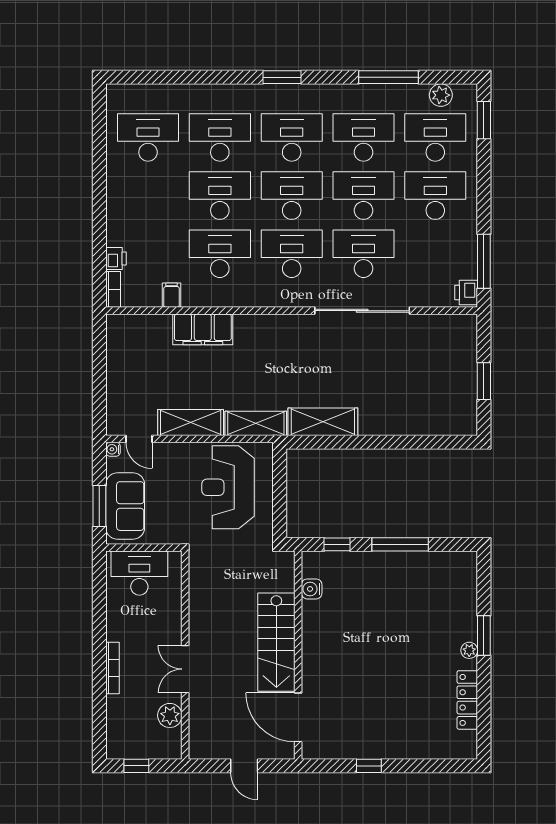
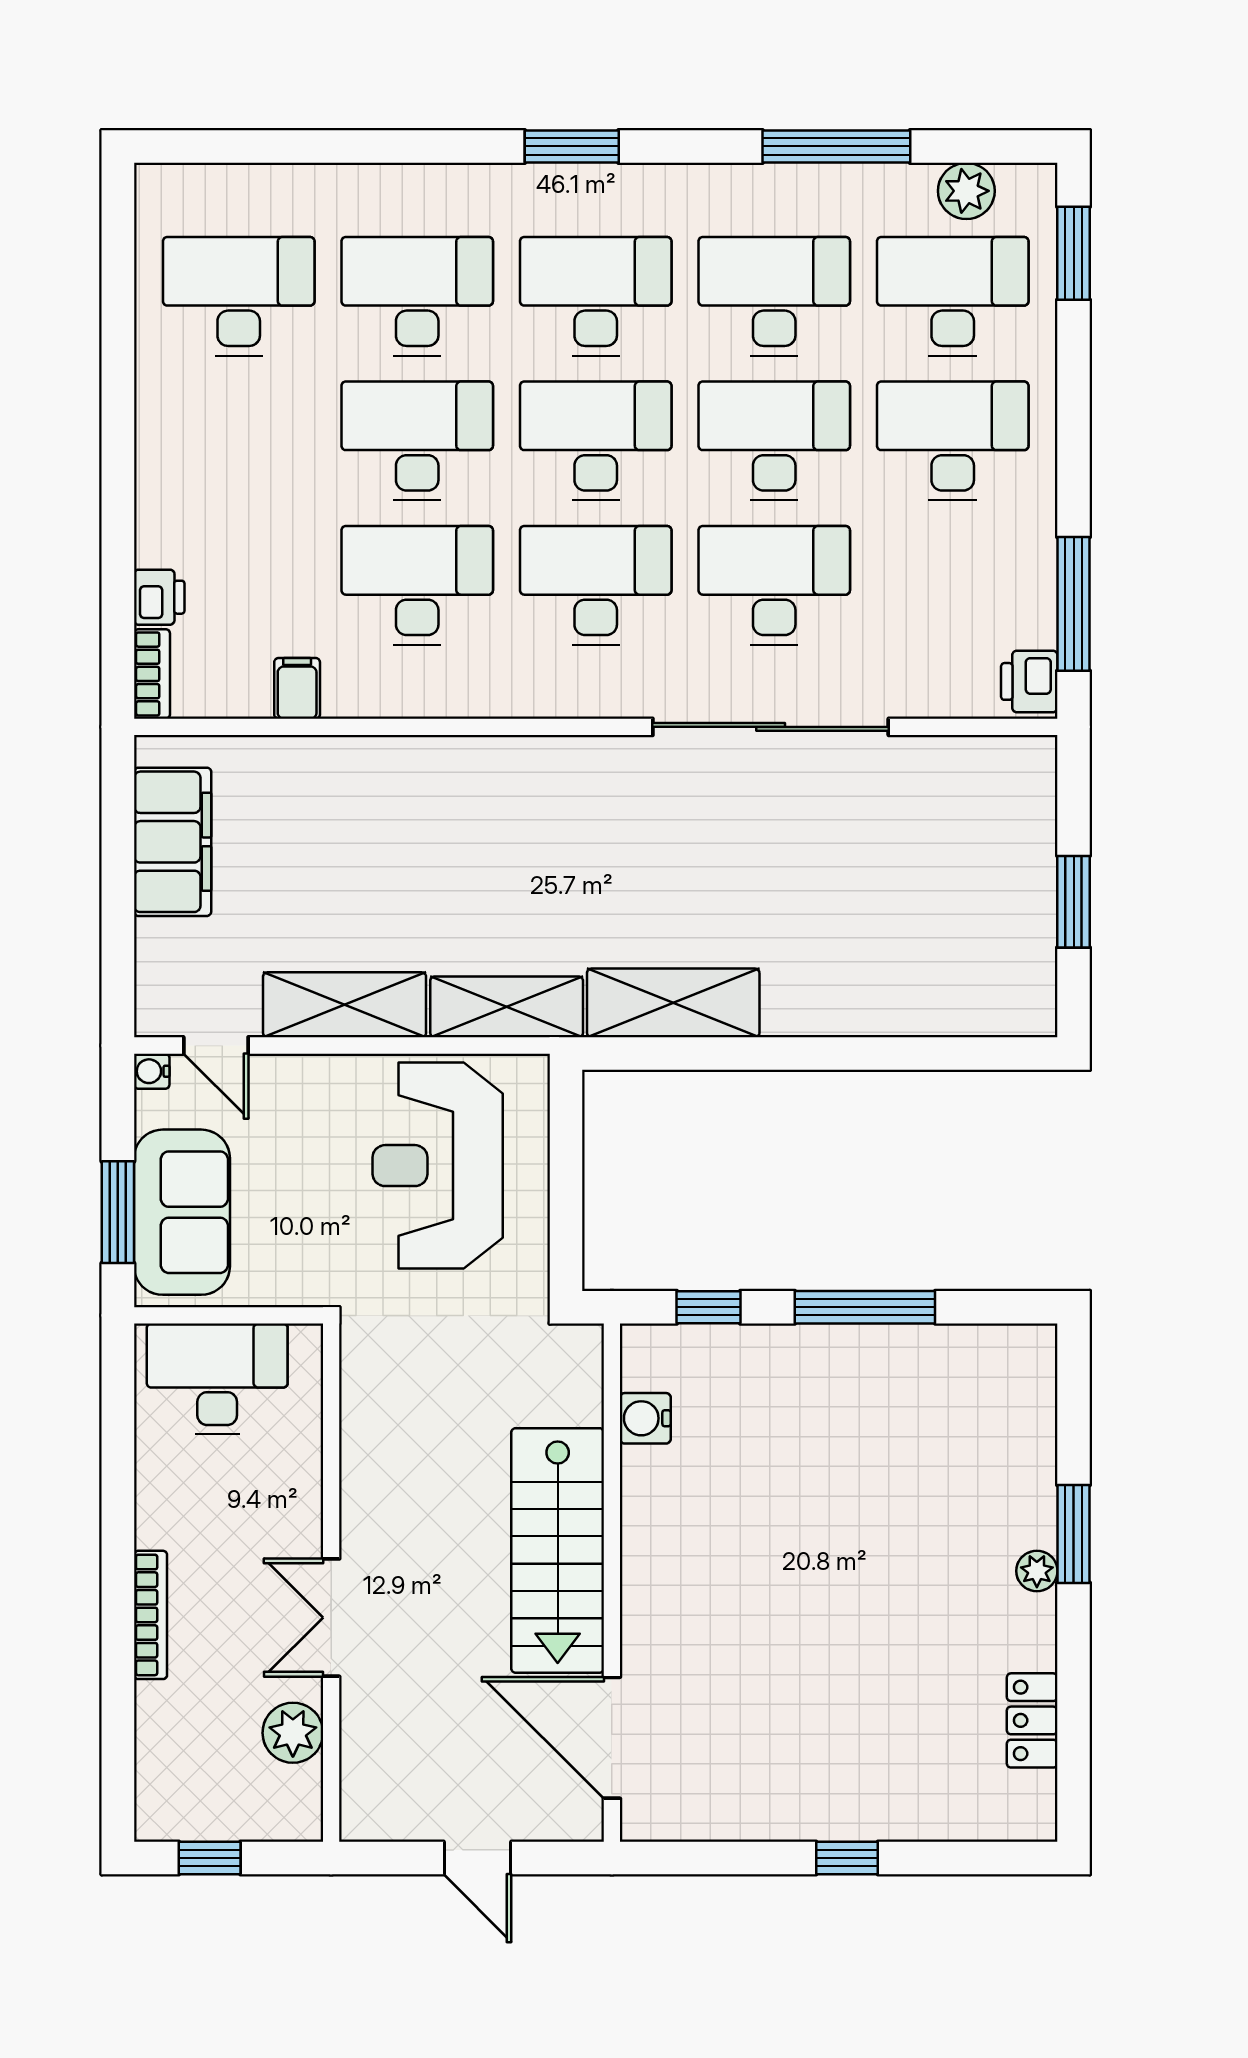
filing cabinet: (203, 329) -> (173, 842), moved, turned -90
locker: (467, 700) -> (1032, 1720), width x0.66
window: (369, 766) -> (847, 1858), moved

